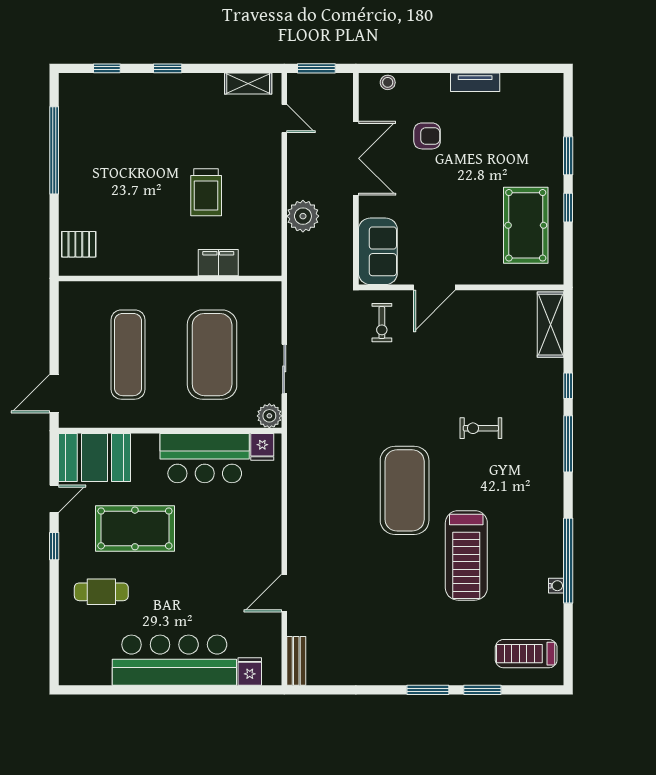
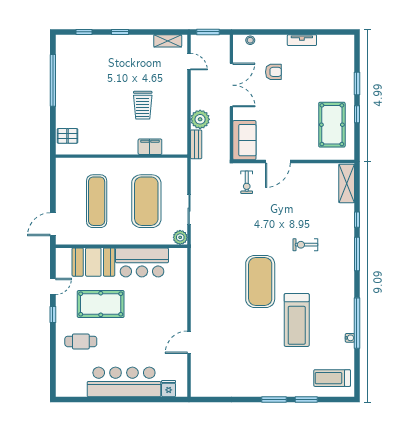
fridge: (262, 447) -> (176, 256), removed
booth: (94, 457) -> (93, 262), moved
bench: (296, 661) -> (196, 144), moved

